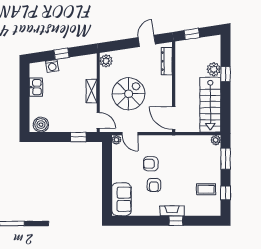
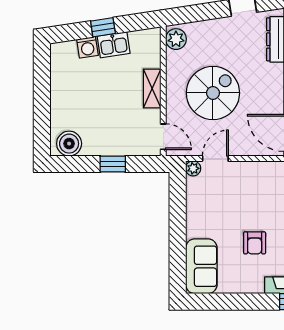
kitchen sink: (36, 87) -> (114, 45), moved, turned 81
door: (130, 134) -> (215, 158), swing flipped
window: (78, 137) -> (113, 164), moved
armchair: (151, 164) -> (249, 208), removed

